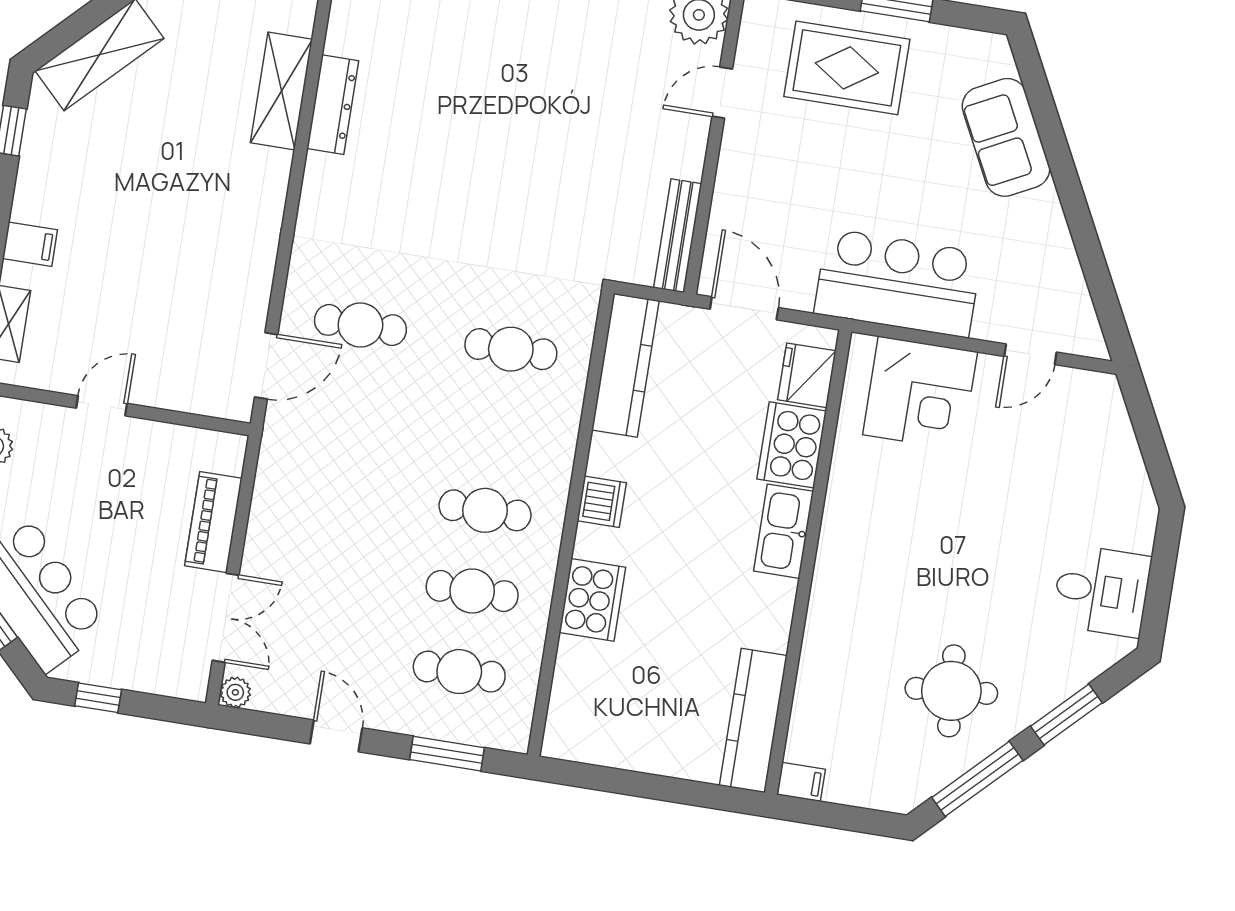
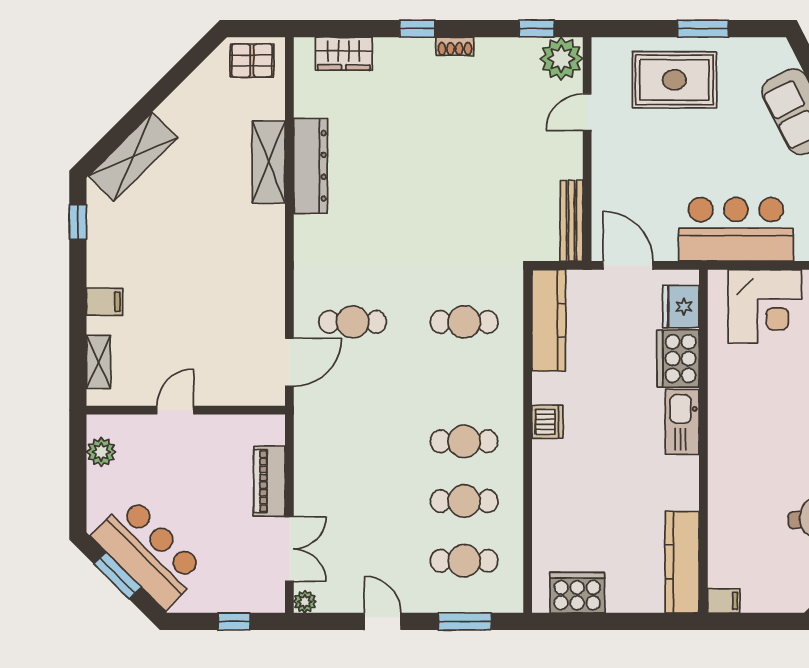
dresser: (333, 105) -> (310, 166), width x1.37, depth x1.24
cooker: (592, 600) -> (577, 593), moved, turned -90
window: (98, 698) -> (234, 621), moved

